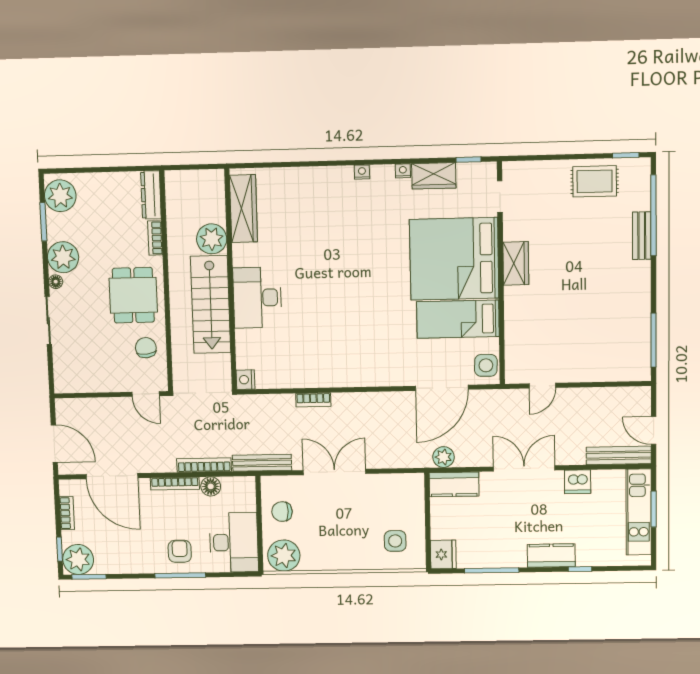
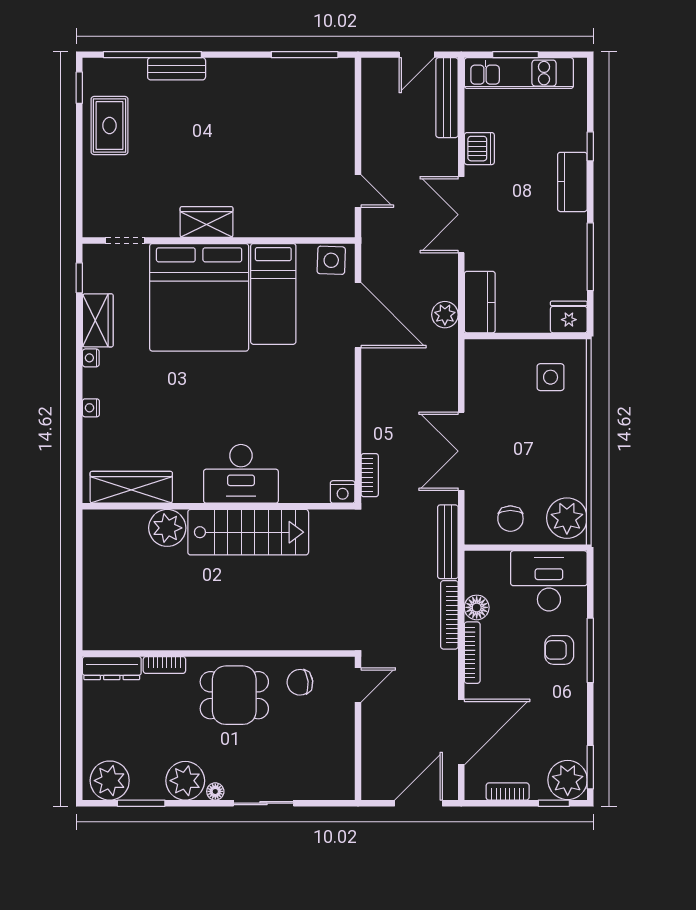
wardrobe: (243, 209) -> (131, 487), moved
plant: (212, 239) -> (167, 528), moved
wall: (231, 280) -> (219, 506), moved
desk: (257, 298) -> (241, 474), moved
stairs: (211, 305) -> (248, 532), moved
nightstand: (246, 380) -> (343, 492), moved

